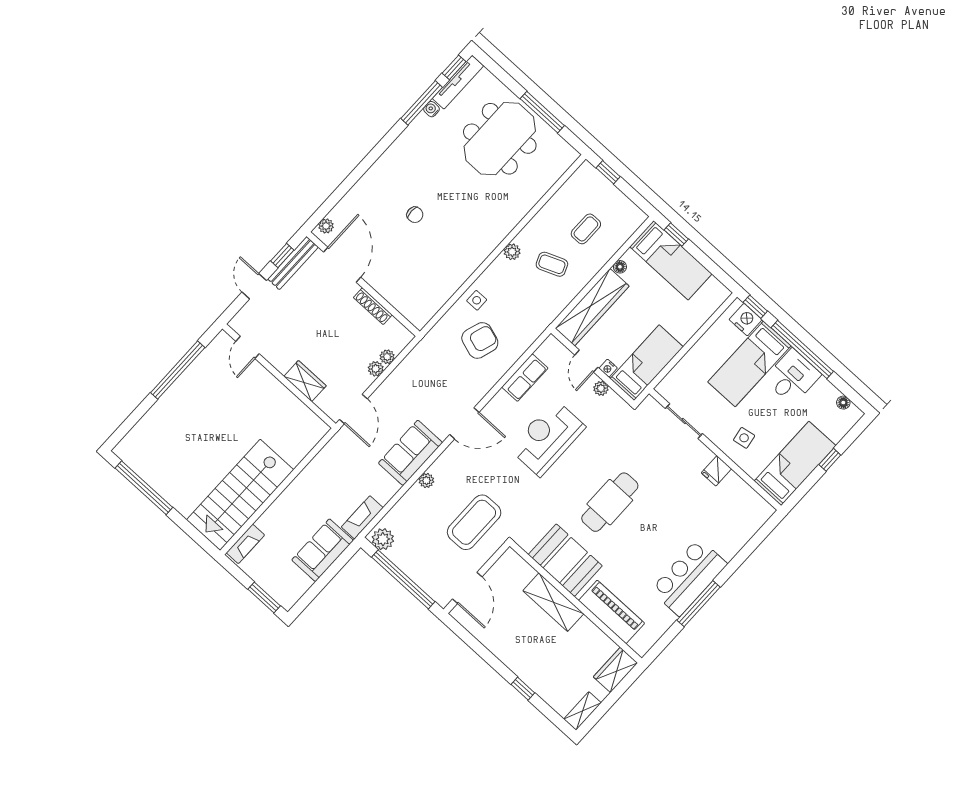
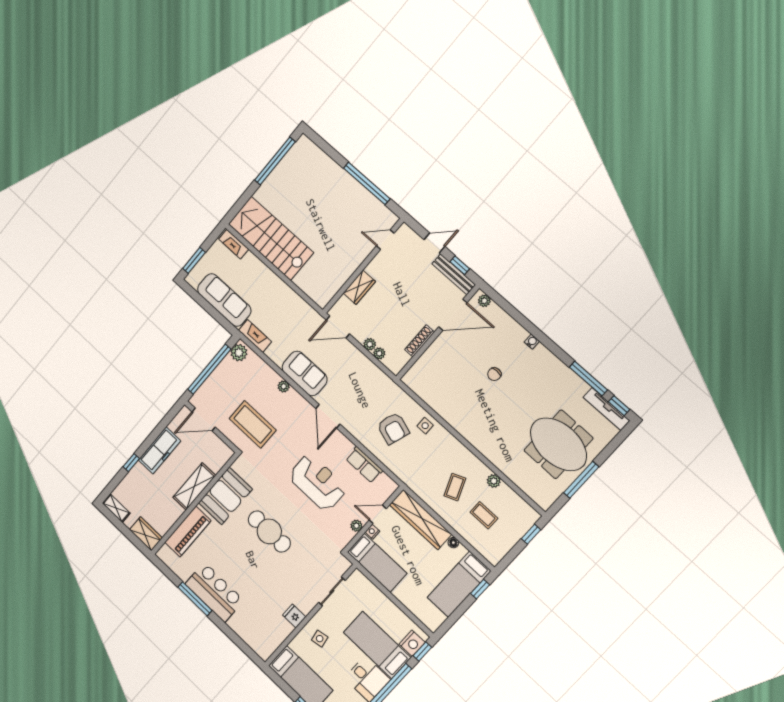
water cooler: (431, 109) -> (532, 342), moved
plant: (512, 252) -> (494, 481), moved
sofa: (322, 550) -> (224, 300), width x1.36
freezer: (507, 649) -> (159, 450), added

